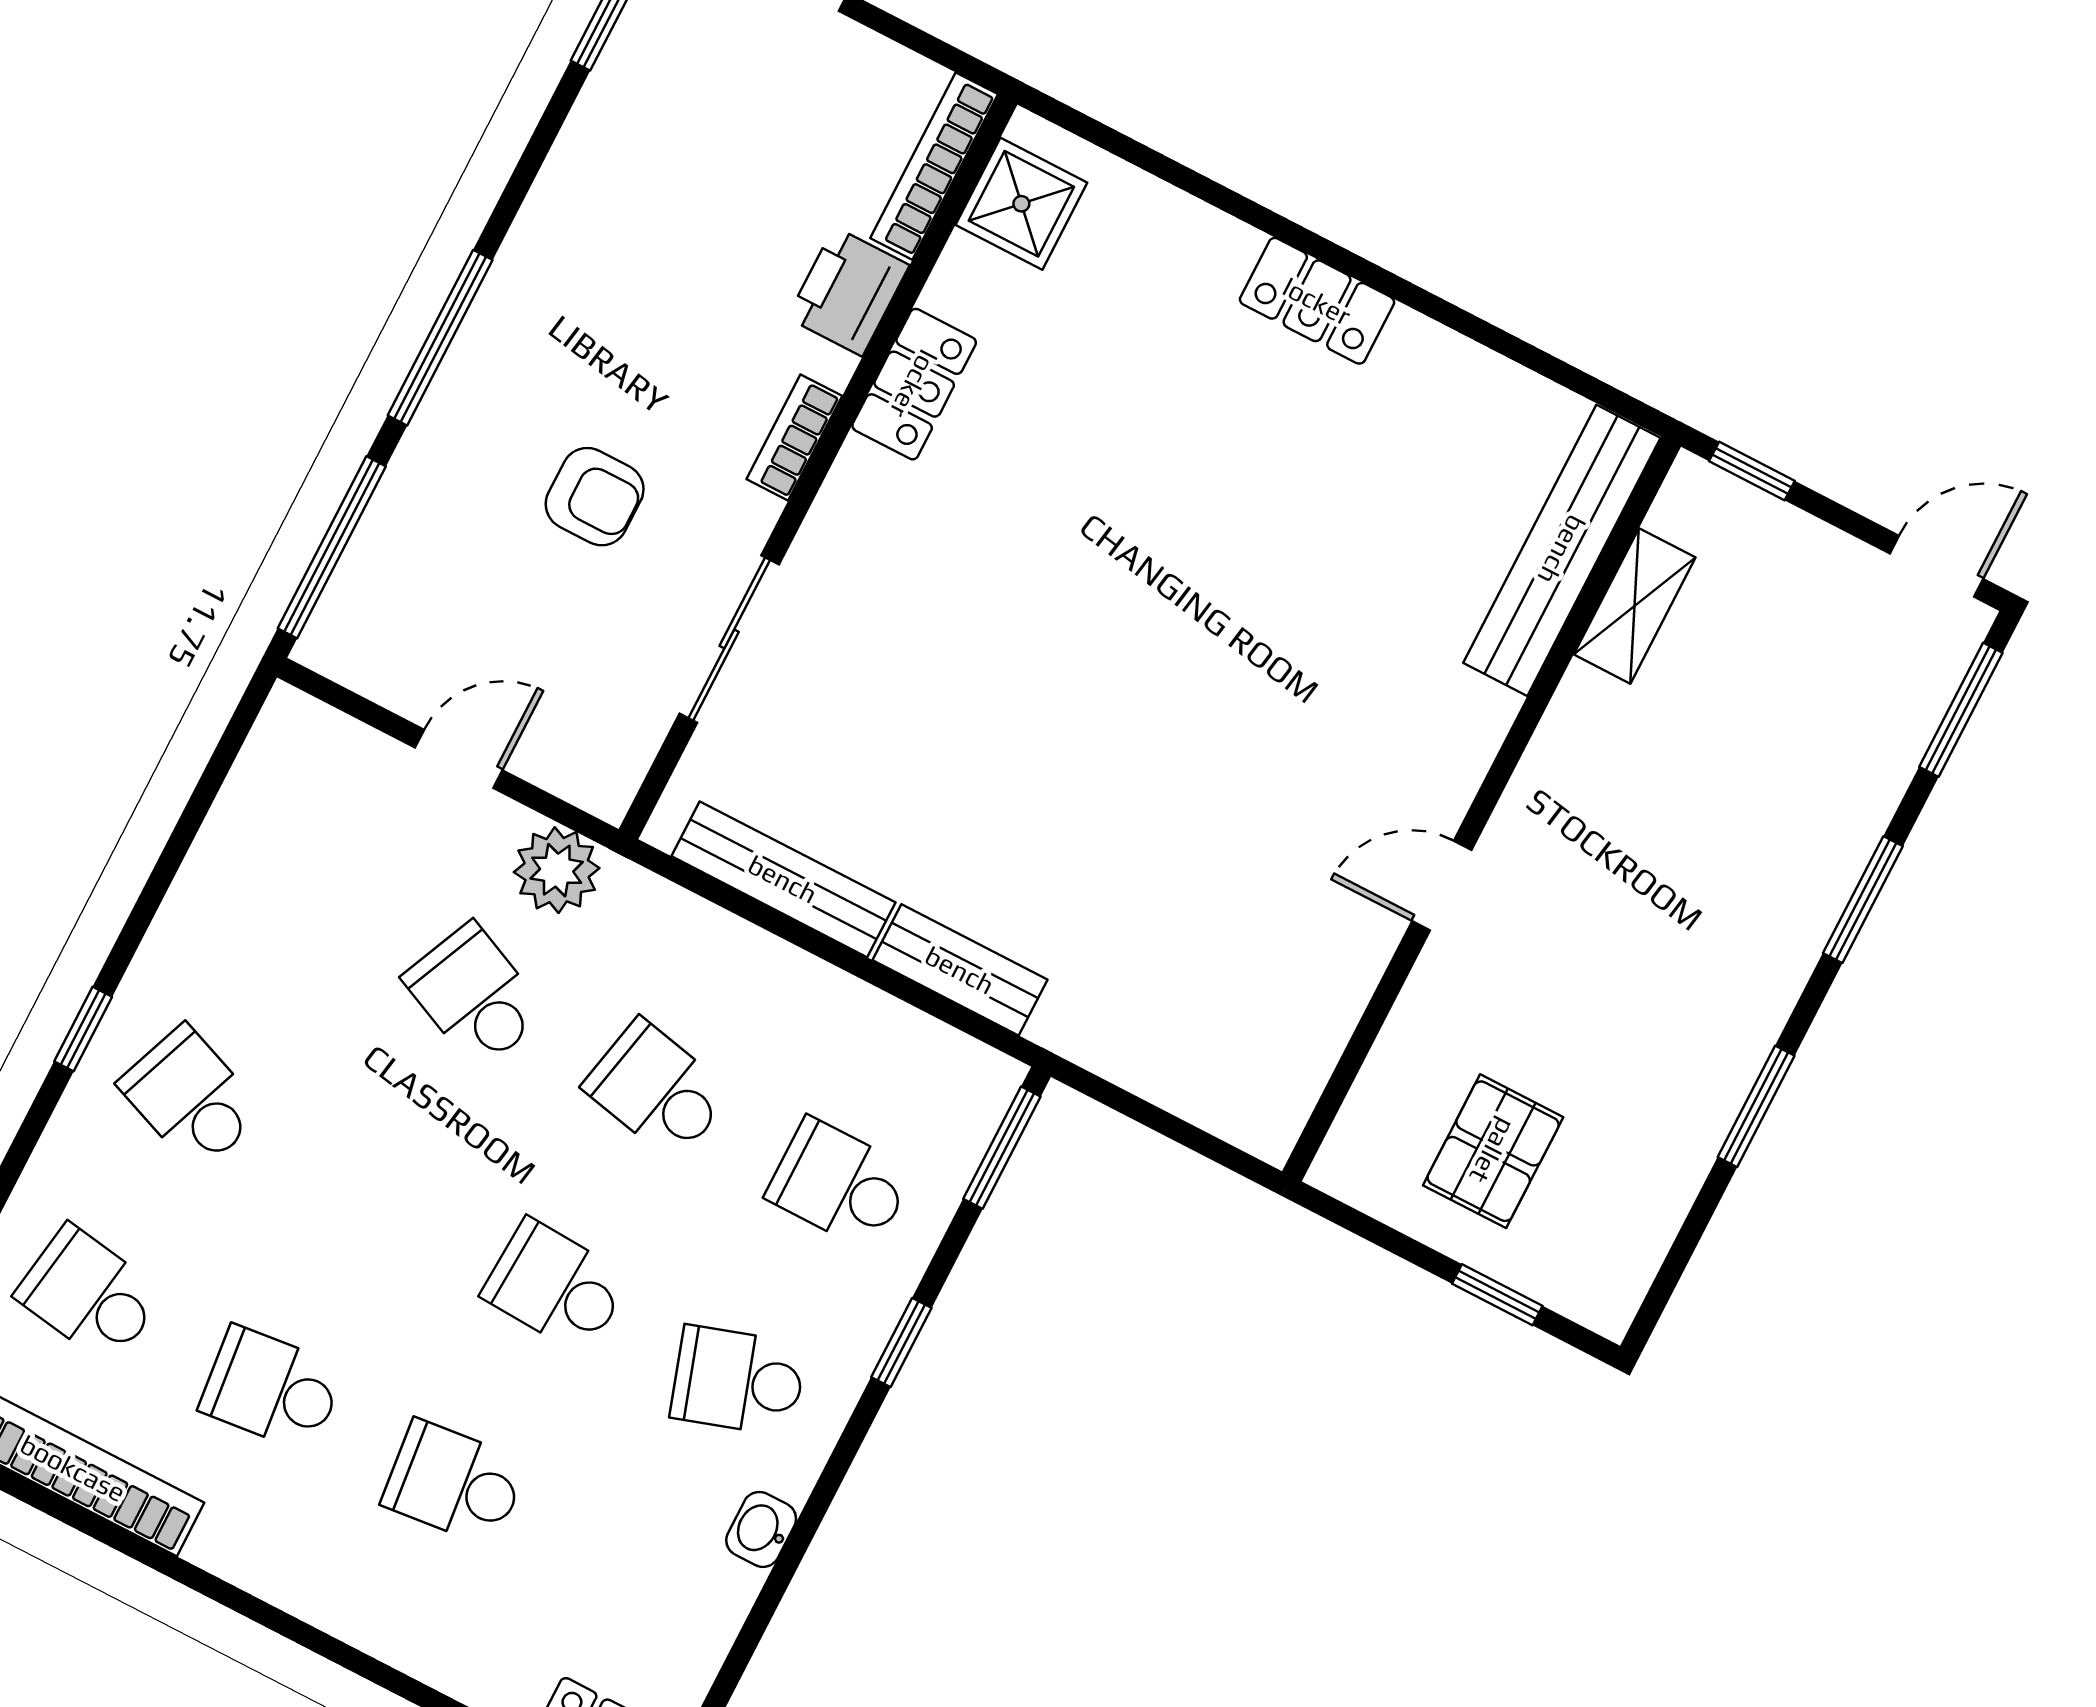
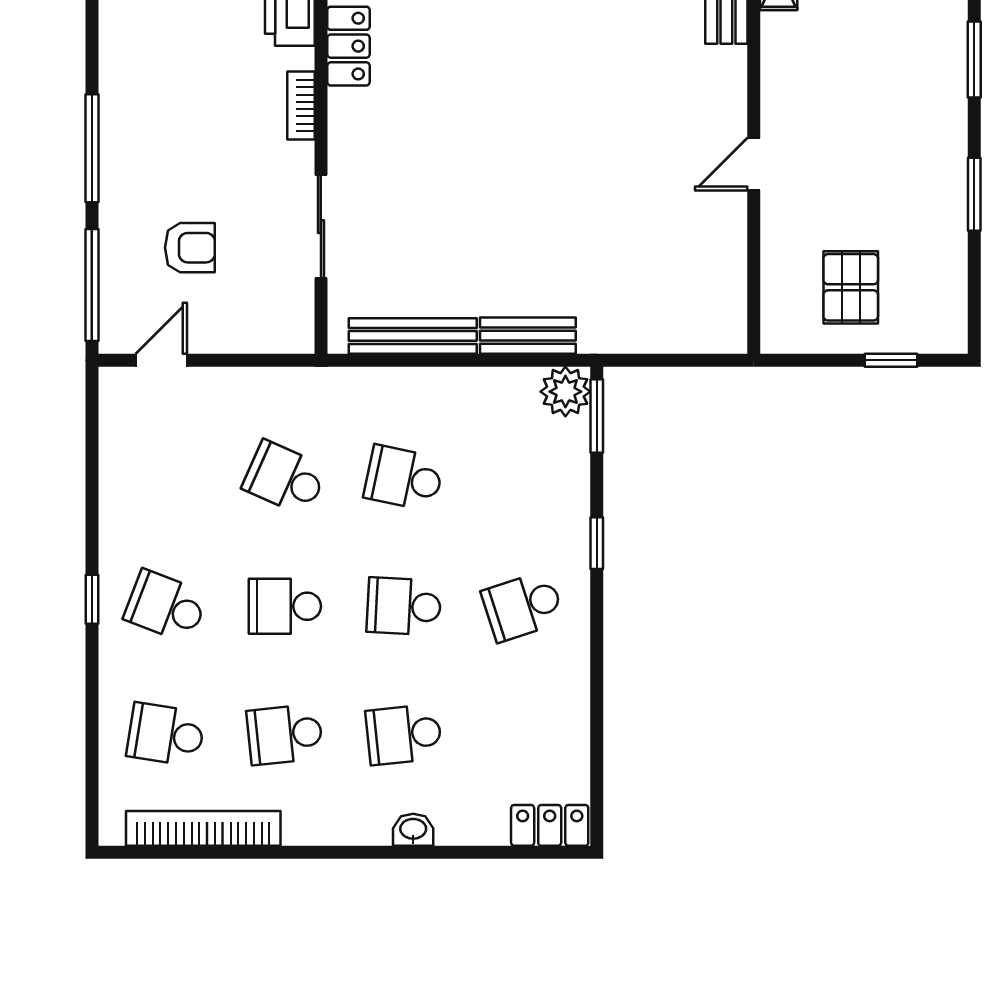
armchair: (595, 497) -> (190, 248), moved
door: (459, 759) -> (161, 360), moved
plant: (557, 870) -> (565, 392), moved
school desk: (840, 1184) -> (285, 606), moved
washbasin: (761, 1529) -> (413, 830), moved, turned 90

